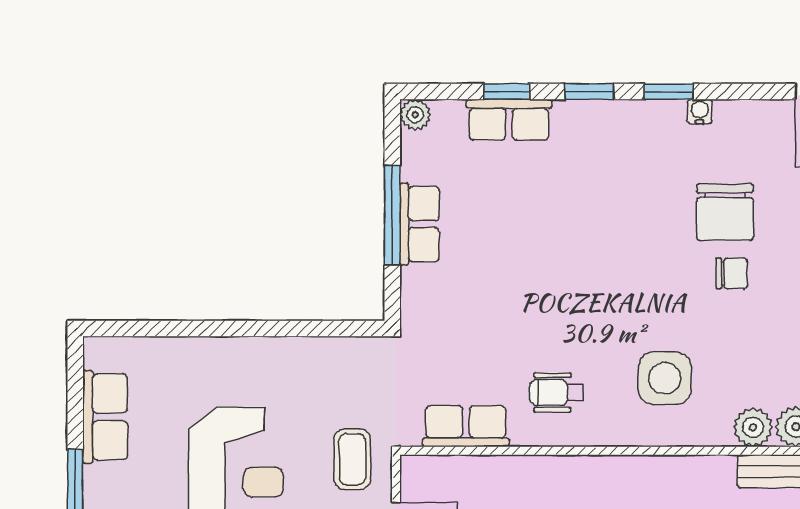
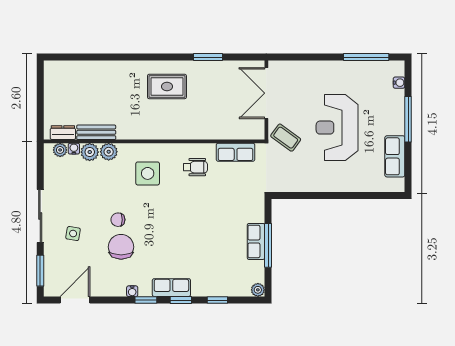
row of seats: (509, 120) -> (171, 288), moved
coffee table: (352, 459) -> (286, 138), turned -54

